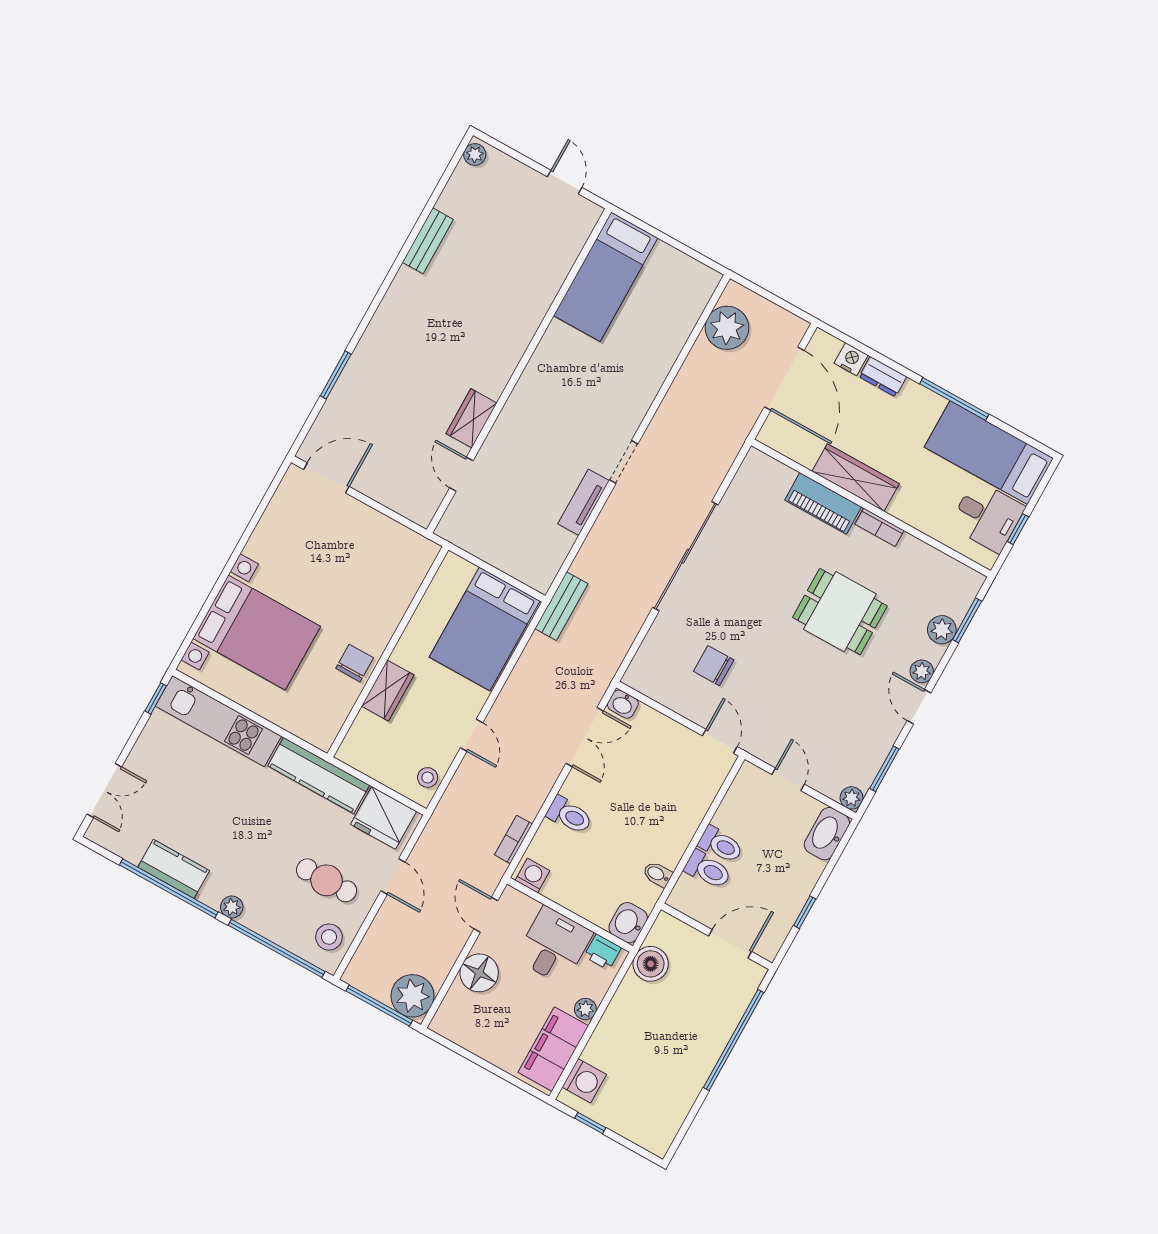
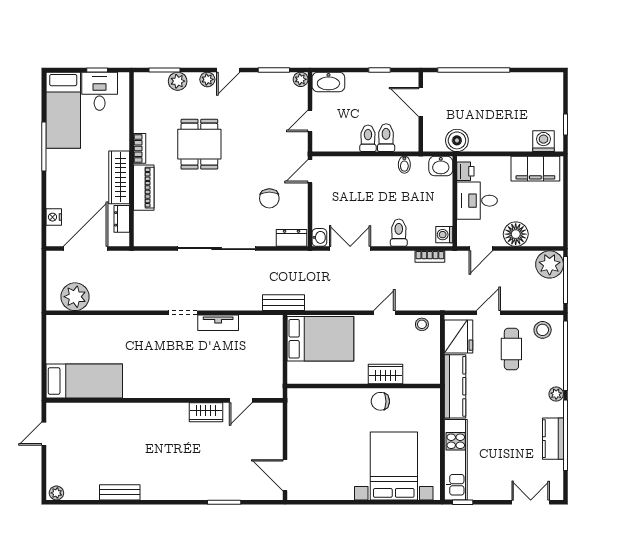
dresser: (883, 377) -> (122, 219), moved, turned 180
dresser: (643, 666) -> (292, 238), added
plant: (585, 1009) -> (503, 163), removed

